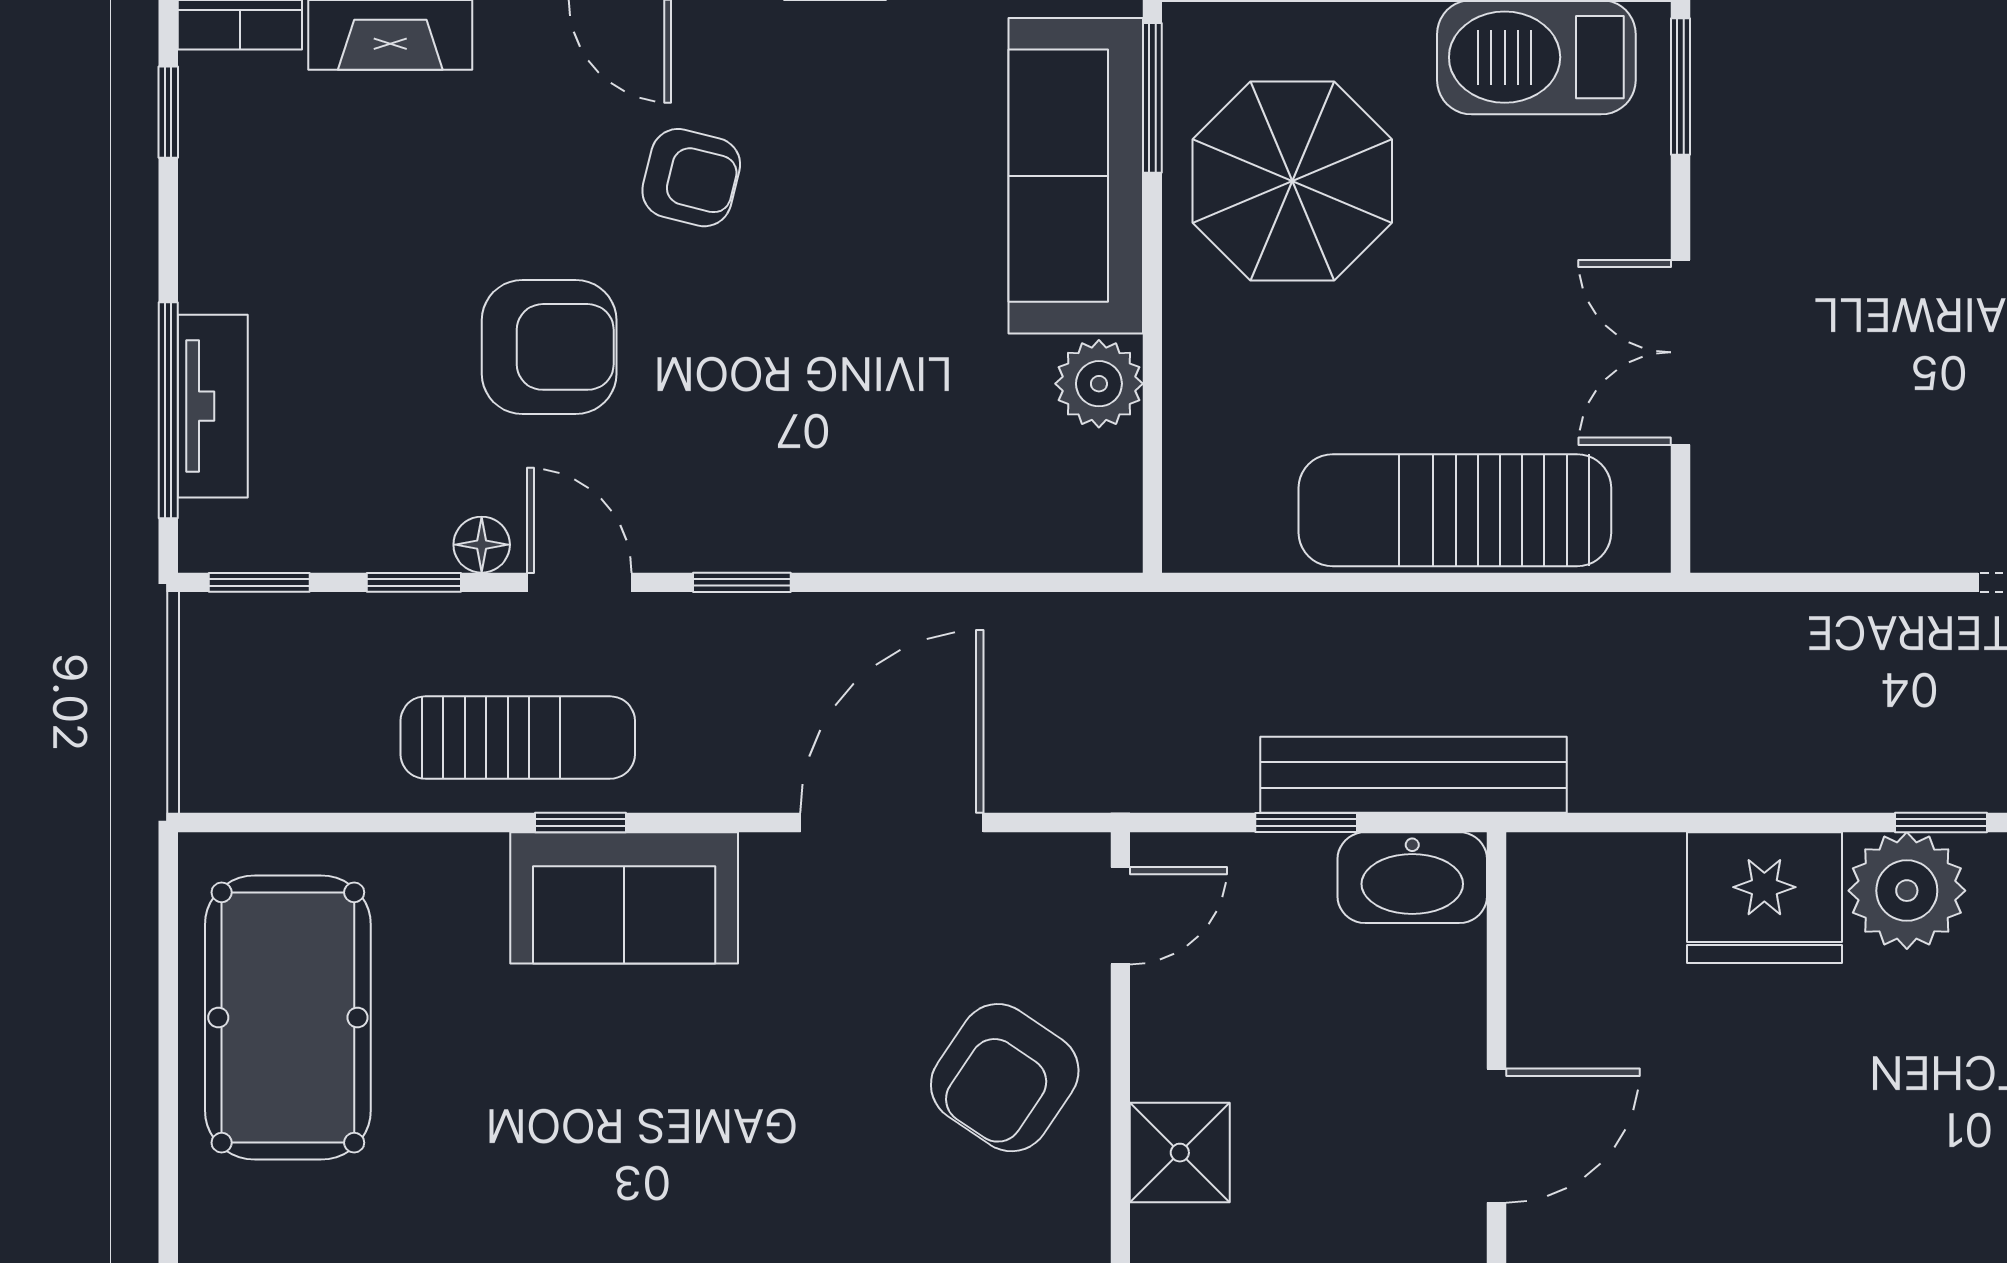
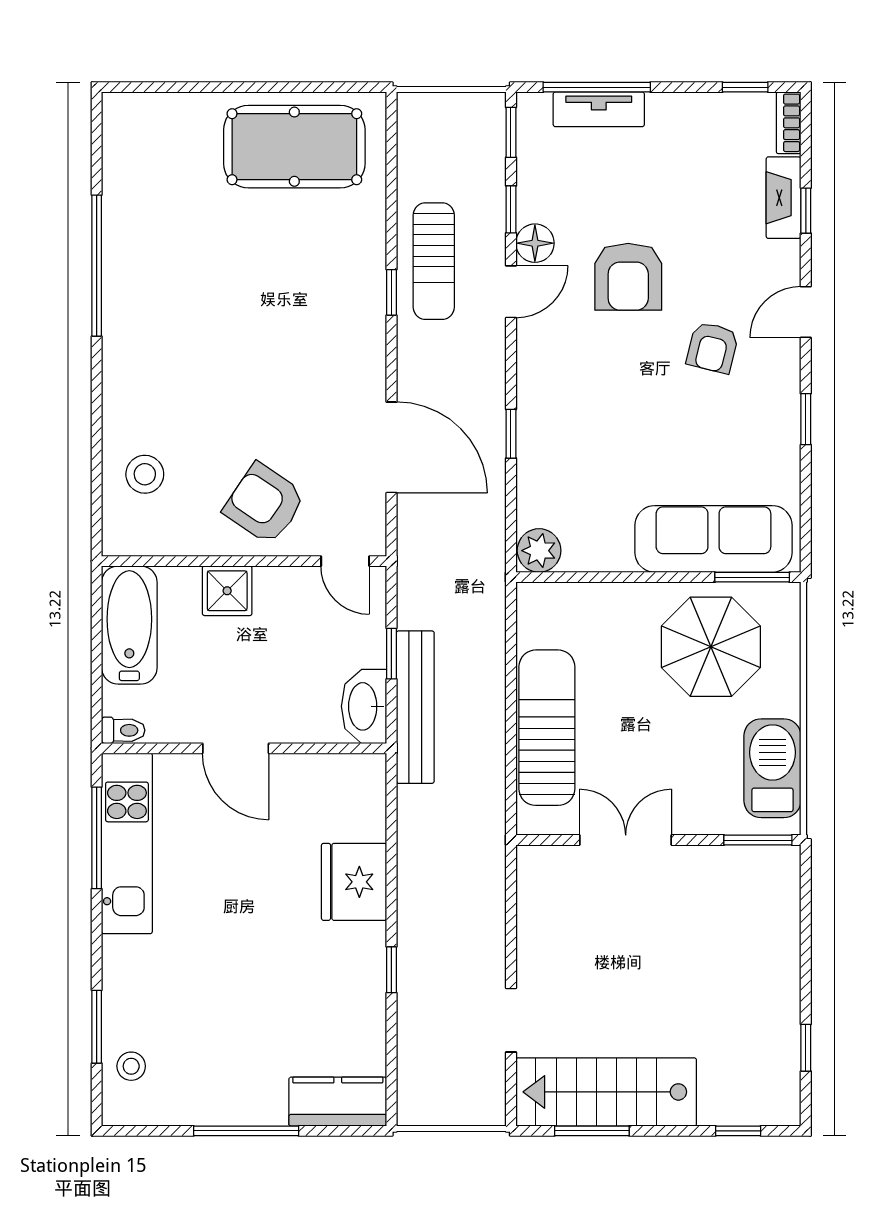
plant: (1099, 384) -> (539, 551), moved
floor lamp: (482, 545) -> (535, 243), width x1.37, depth x1.37
window: (742, 582) -> (511, 434), moved
plant: (1907, 891) -> (358, 953), removed
sofa: (624, 898) -> (354, 314), removed

